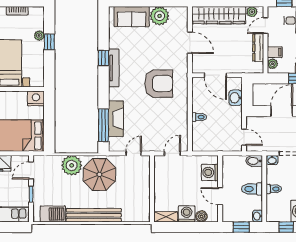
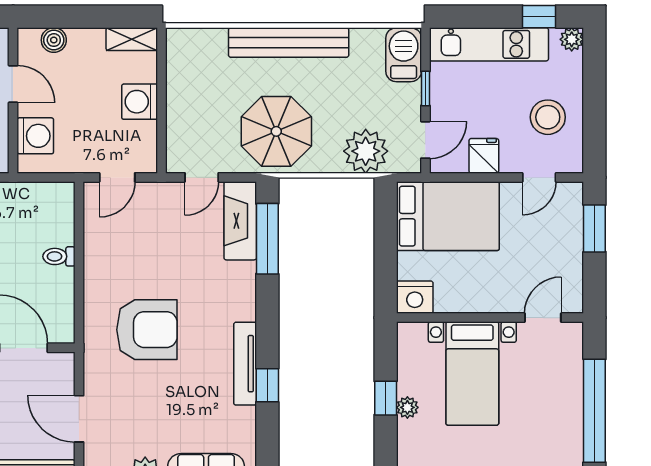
plant: (39, 36) -> (407, 407), moved
window: (49, 42) -> (386, 398), moved
armchair: (159, 84) -> (147, 330), turned 180
fireplace: (116, 119) -> (240, 221), moved
plant: (72, 165) -> (366, 151), moved
barbecue: (53, 214) -> (404, 55), moved, turned 90
washing machine: (187, 214) -> (140, 102), moved, turned 90

